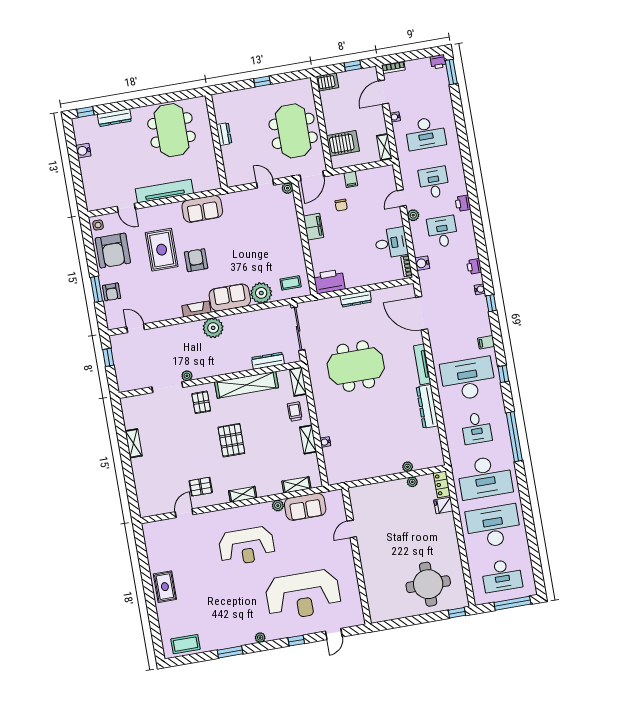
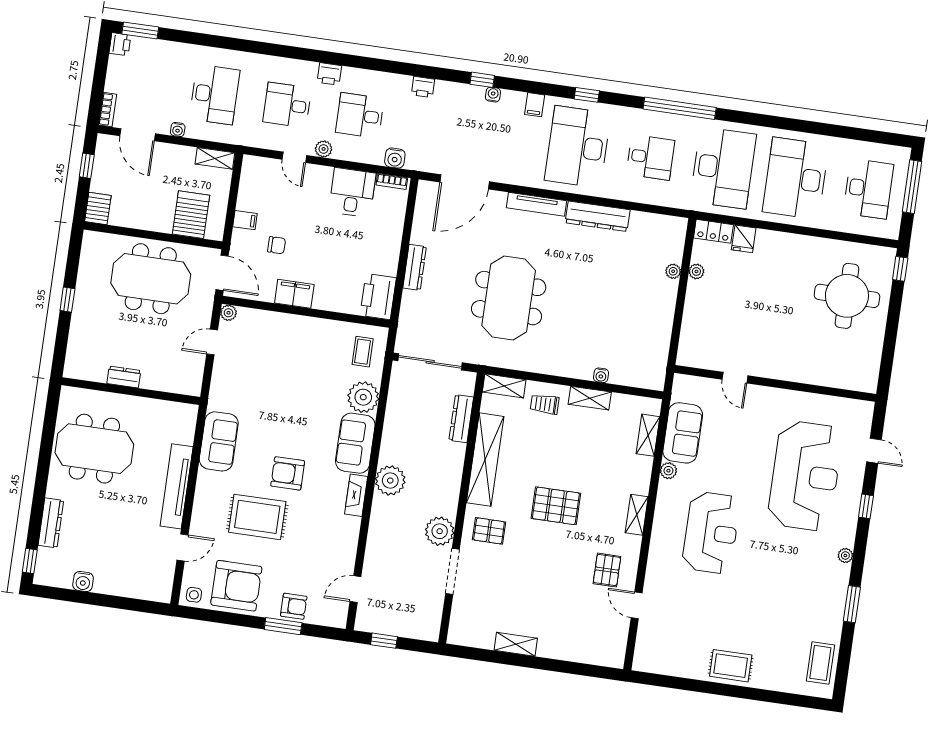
water cooler: (480, 289) -> (493, 95), moved
plant: (187, 376) -> (440, 531), width x1.88, depth x1.88

